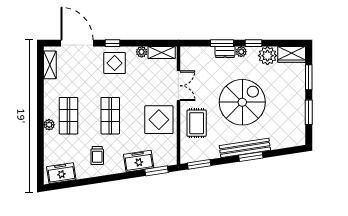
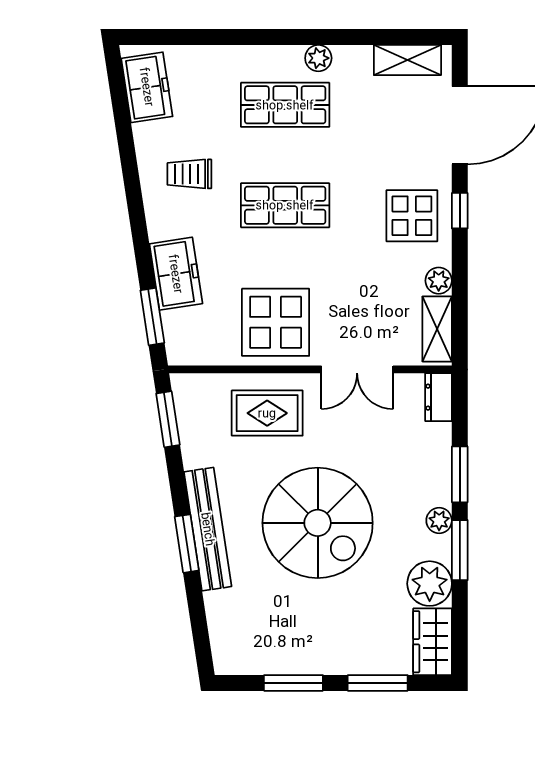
window: (254, 43) -> (460, 550), width x1.50
dresser: (225, 52) -> (438, 397), moved
plant: (49, 125) -> (318, 58), moved

